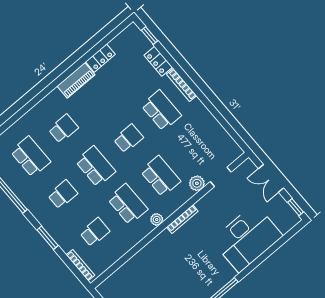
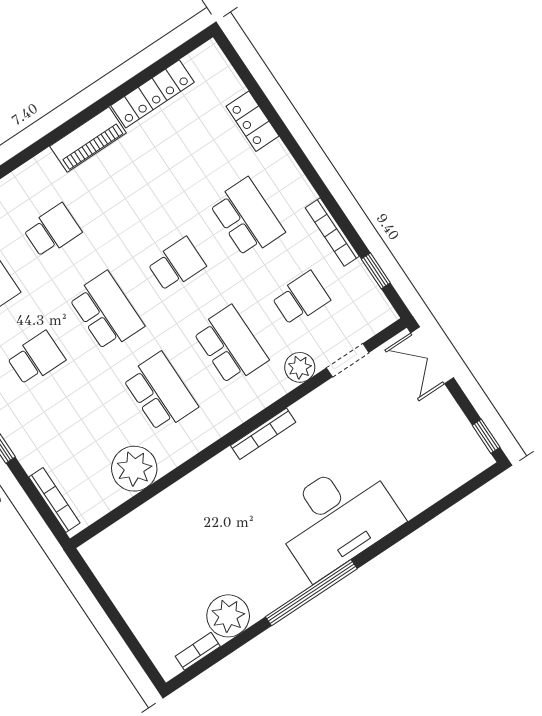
window: (149, 36) -> (376, 271), moved
locker: (100, 58) -> (152, 94), width x1.53
bookcase: (182, 85) -> (332, 232), moved
double door: (271, 178) -> (432, 355), moved
plant: (157, 219) -> (134, 469), moved, width x1.87, depth x1.87
school desk: (95, 232) -> (301, 298), moved
desk: (247, 238) -> (337, 518), moved

